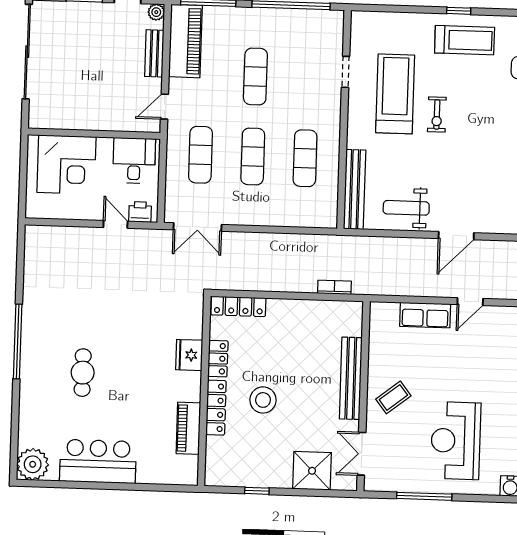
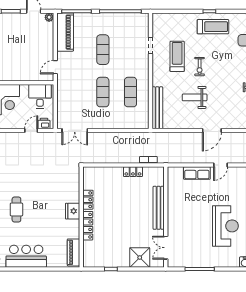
bench: (154, 53) -> (49, 39), removed
treadmill: (395, 94) -> (177, 56), width x0.73, depth x0.73
exercise mat: (201, 155) -> (75, 92), removed
weight bench: (406, 208) -> (195, 97), moved
door: (115, 224) -> (31, 130), hinge flipped
locker: (238, 306) -> (133, 172), moved, width x0.66
fridge: (189, 355) -> (73, 211), moved
coffee table: (393, 397) -> (181, 217), removed
stool: (263, 400) -> (112, 221), removed
piano: (188, 428) -> (73, 252), moved
reception desk: (456, 441) -> (225, 226), moved, turned 180

